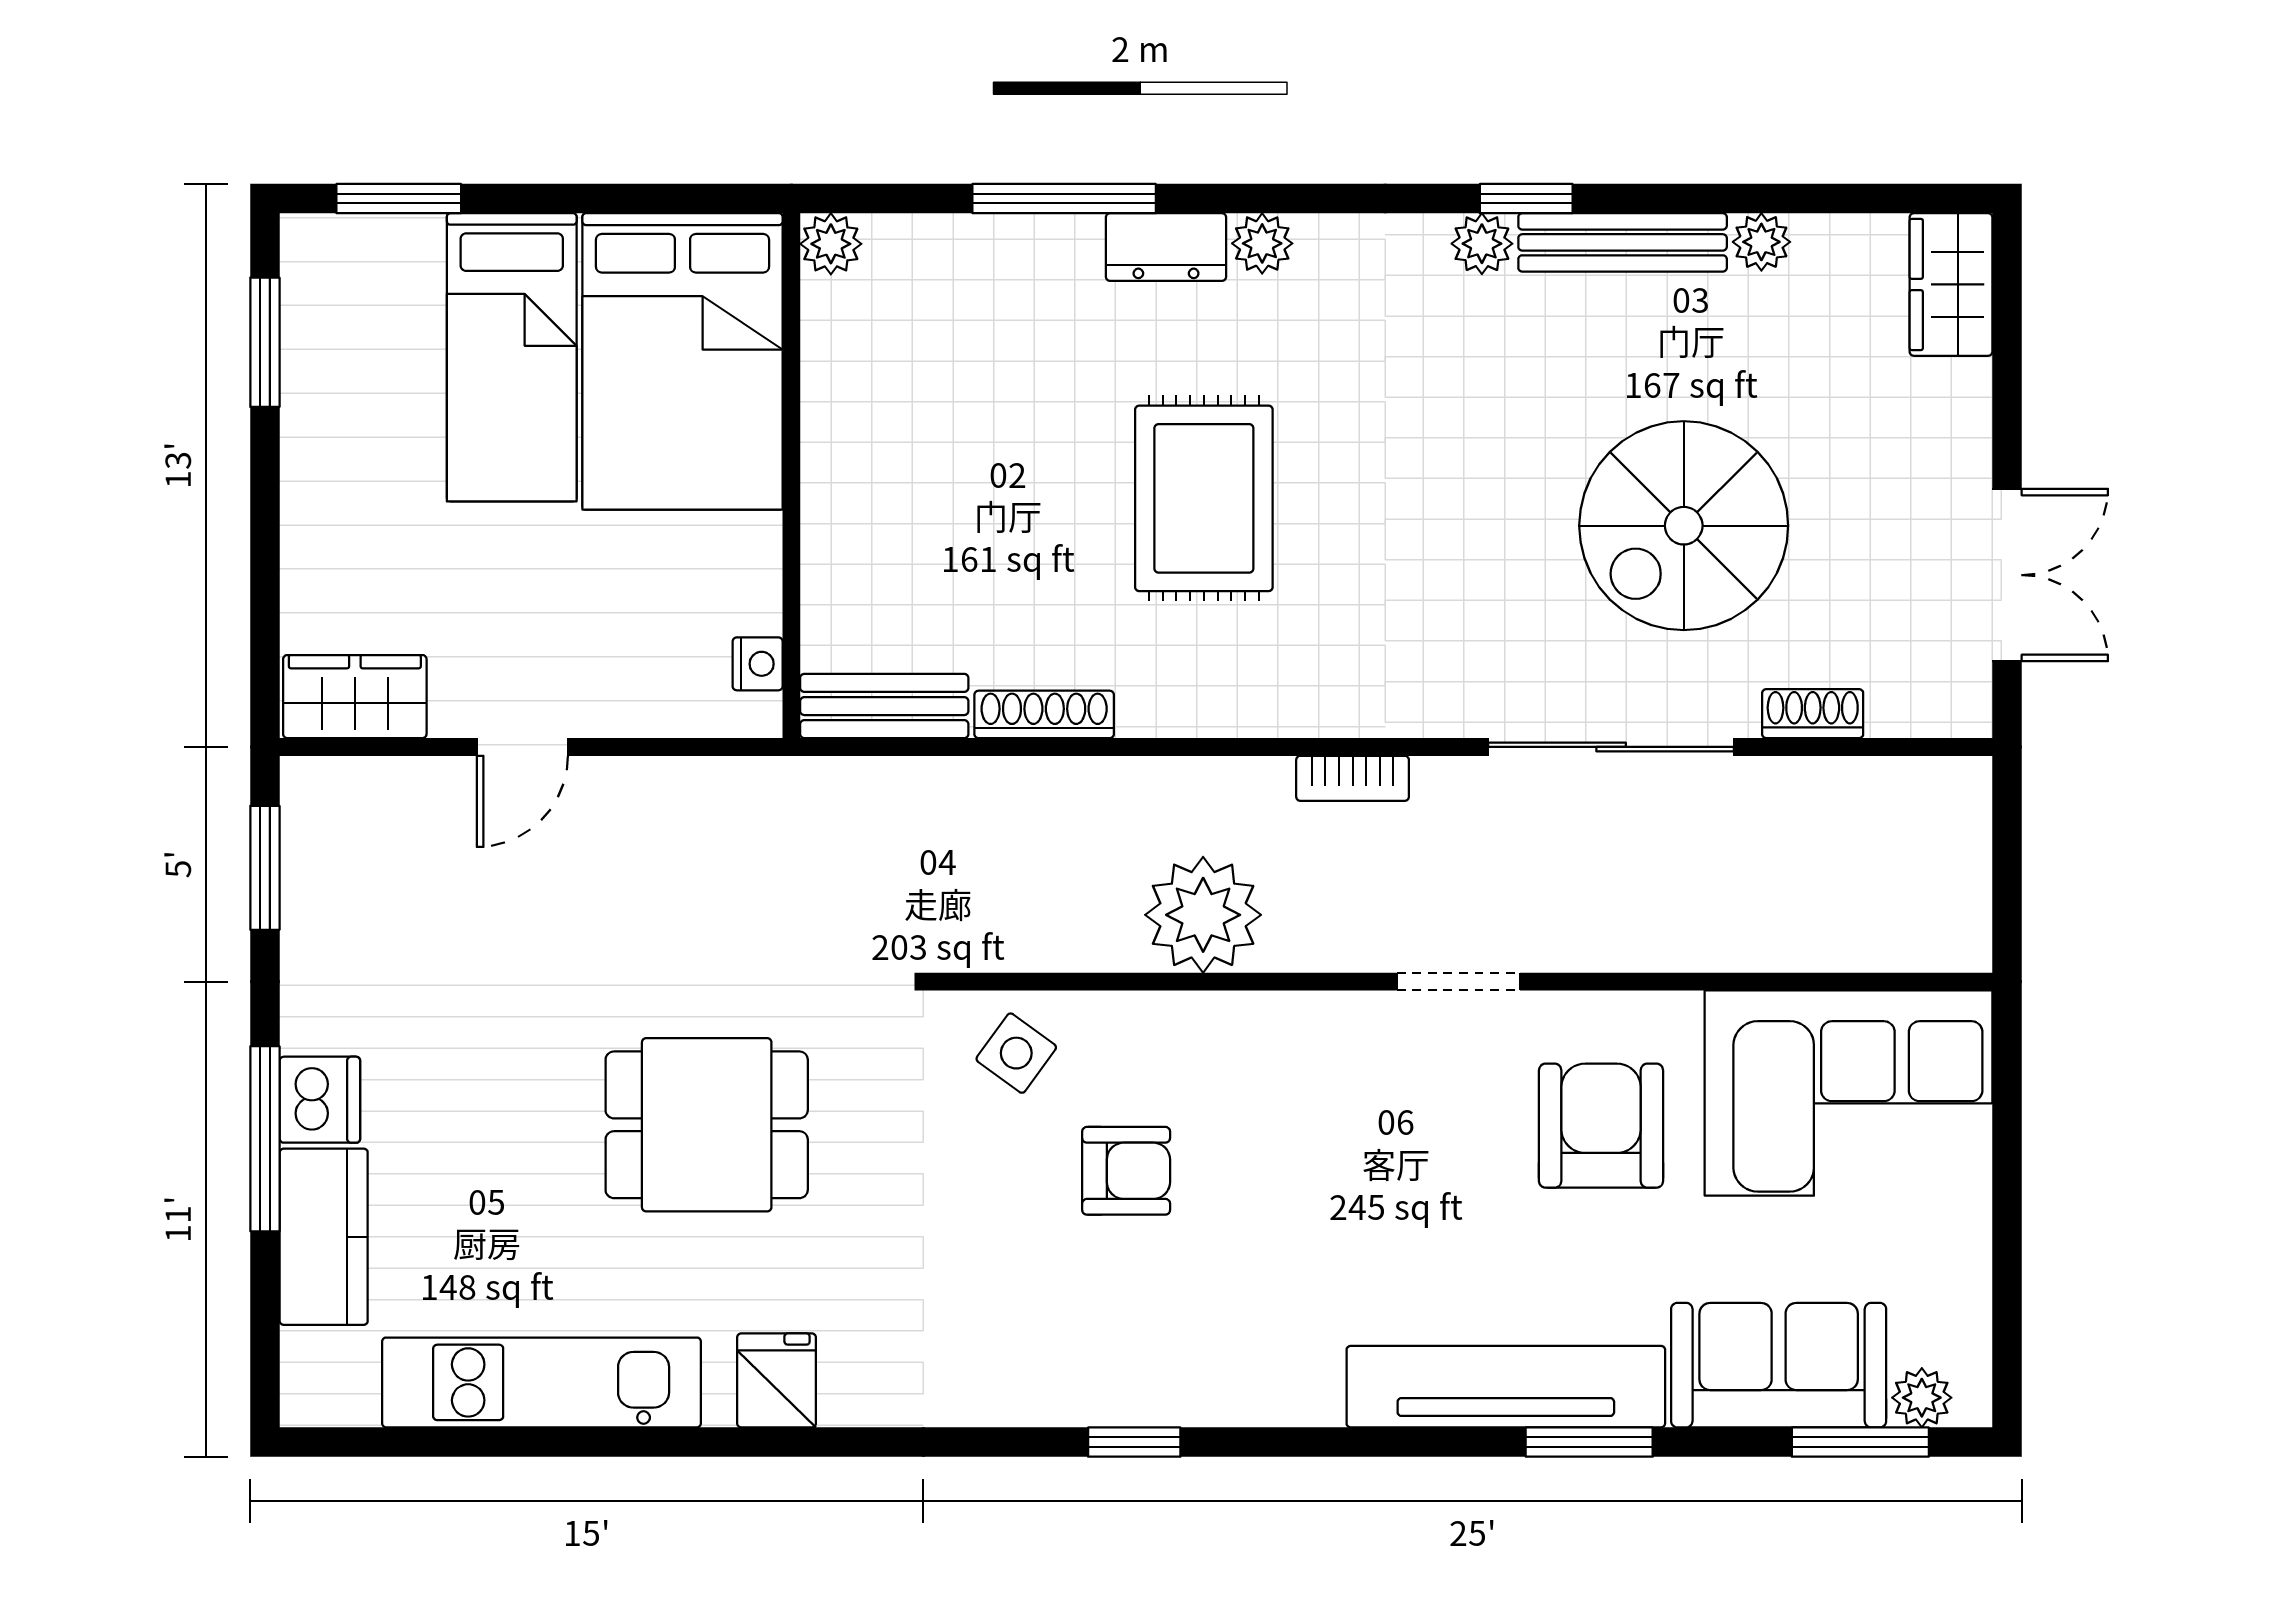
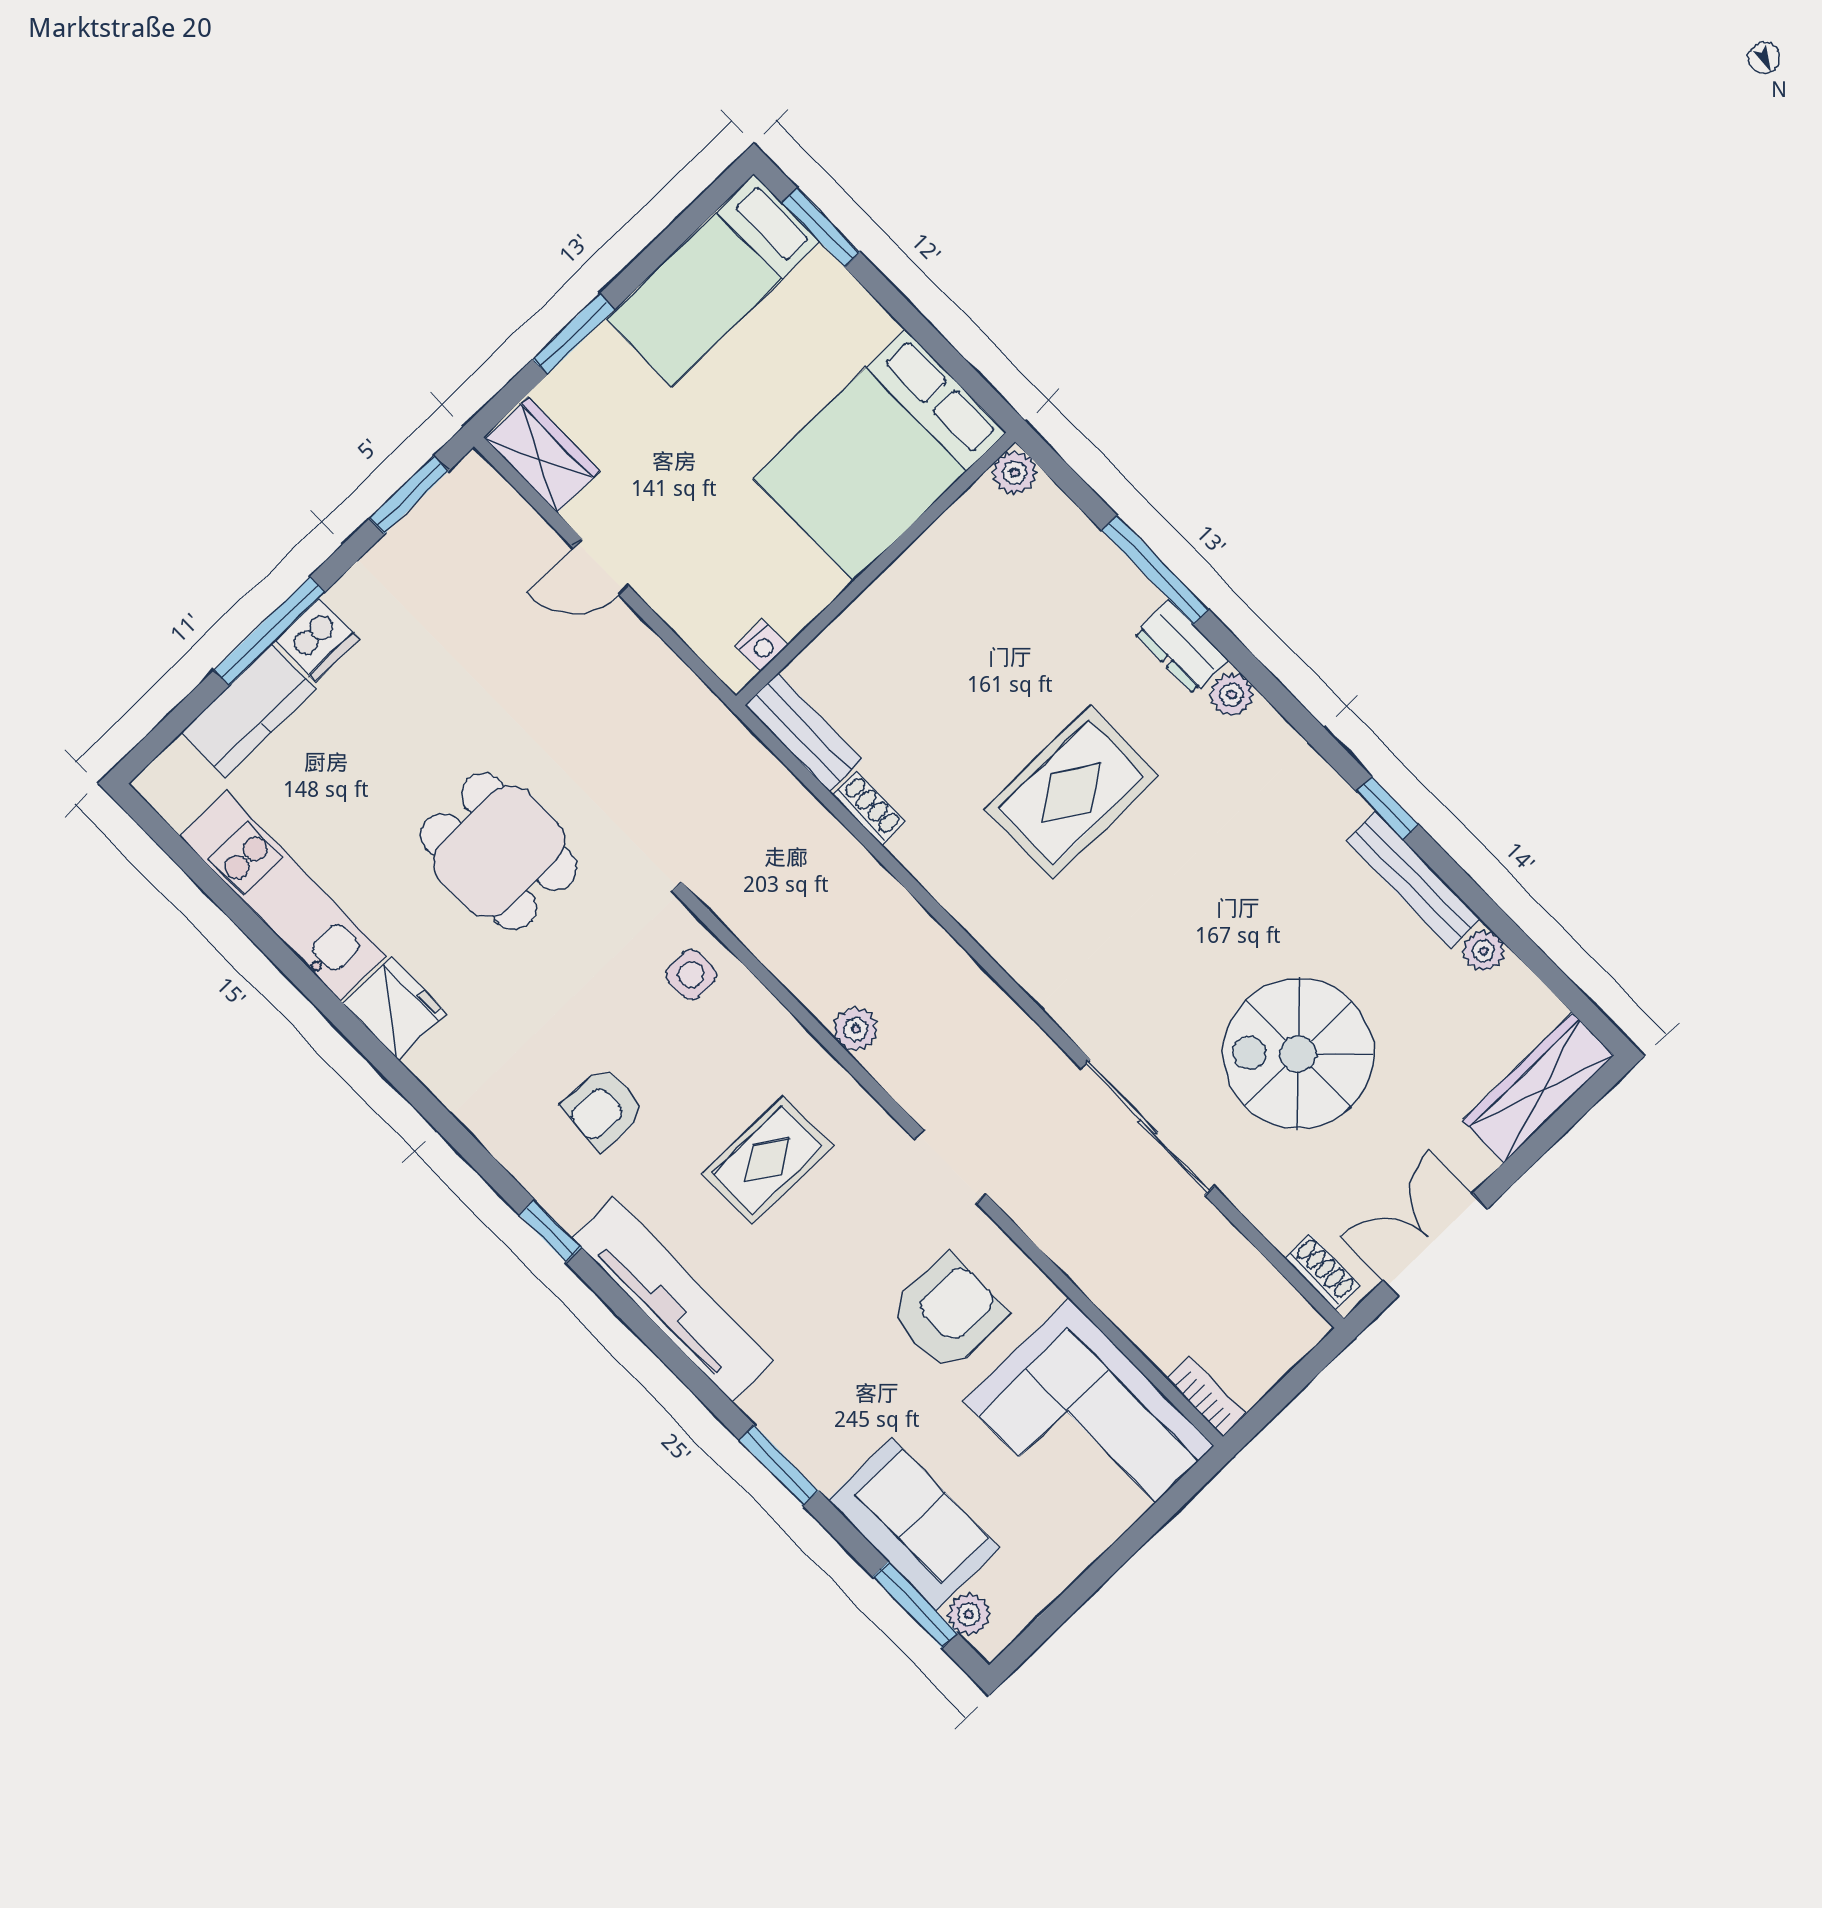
plant: (1482, 244) -> (1342, 808), removed
wardrobe: (1951, 284) -> (1538, 1088), width x1.50
window: (265, 342) -> (574, 334), moved
bed: (512, 357) -> (713, 281), moved
double door: (2007, 575) -> (1435, 1245), swing flipped
shoe rack: (1044, 714) -> (869, 808), width x0.70
shoe rack: (1813, 714) -> (1322, 1272), moved
bookcase: (1353, 778) -> (1206, 1397), moved, turned 180
plant: (1203, 915) -> (856, 1029), width x0.53, depth x0.53
side table: (1016, 1053) -> (691, 975), turned -36
rug: (1274, 1157) -> (767, 1160), added
armchair: (1126, 1171) -> (603, 1108), moved, turned 93
fridge: (777, 1380) -> (395, 1008), width x1.38
tv unit: (1506, 1387) -> (673, 1299), moved

